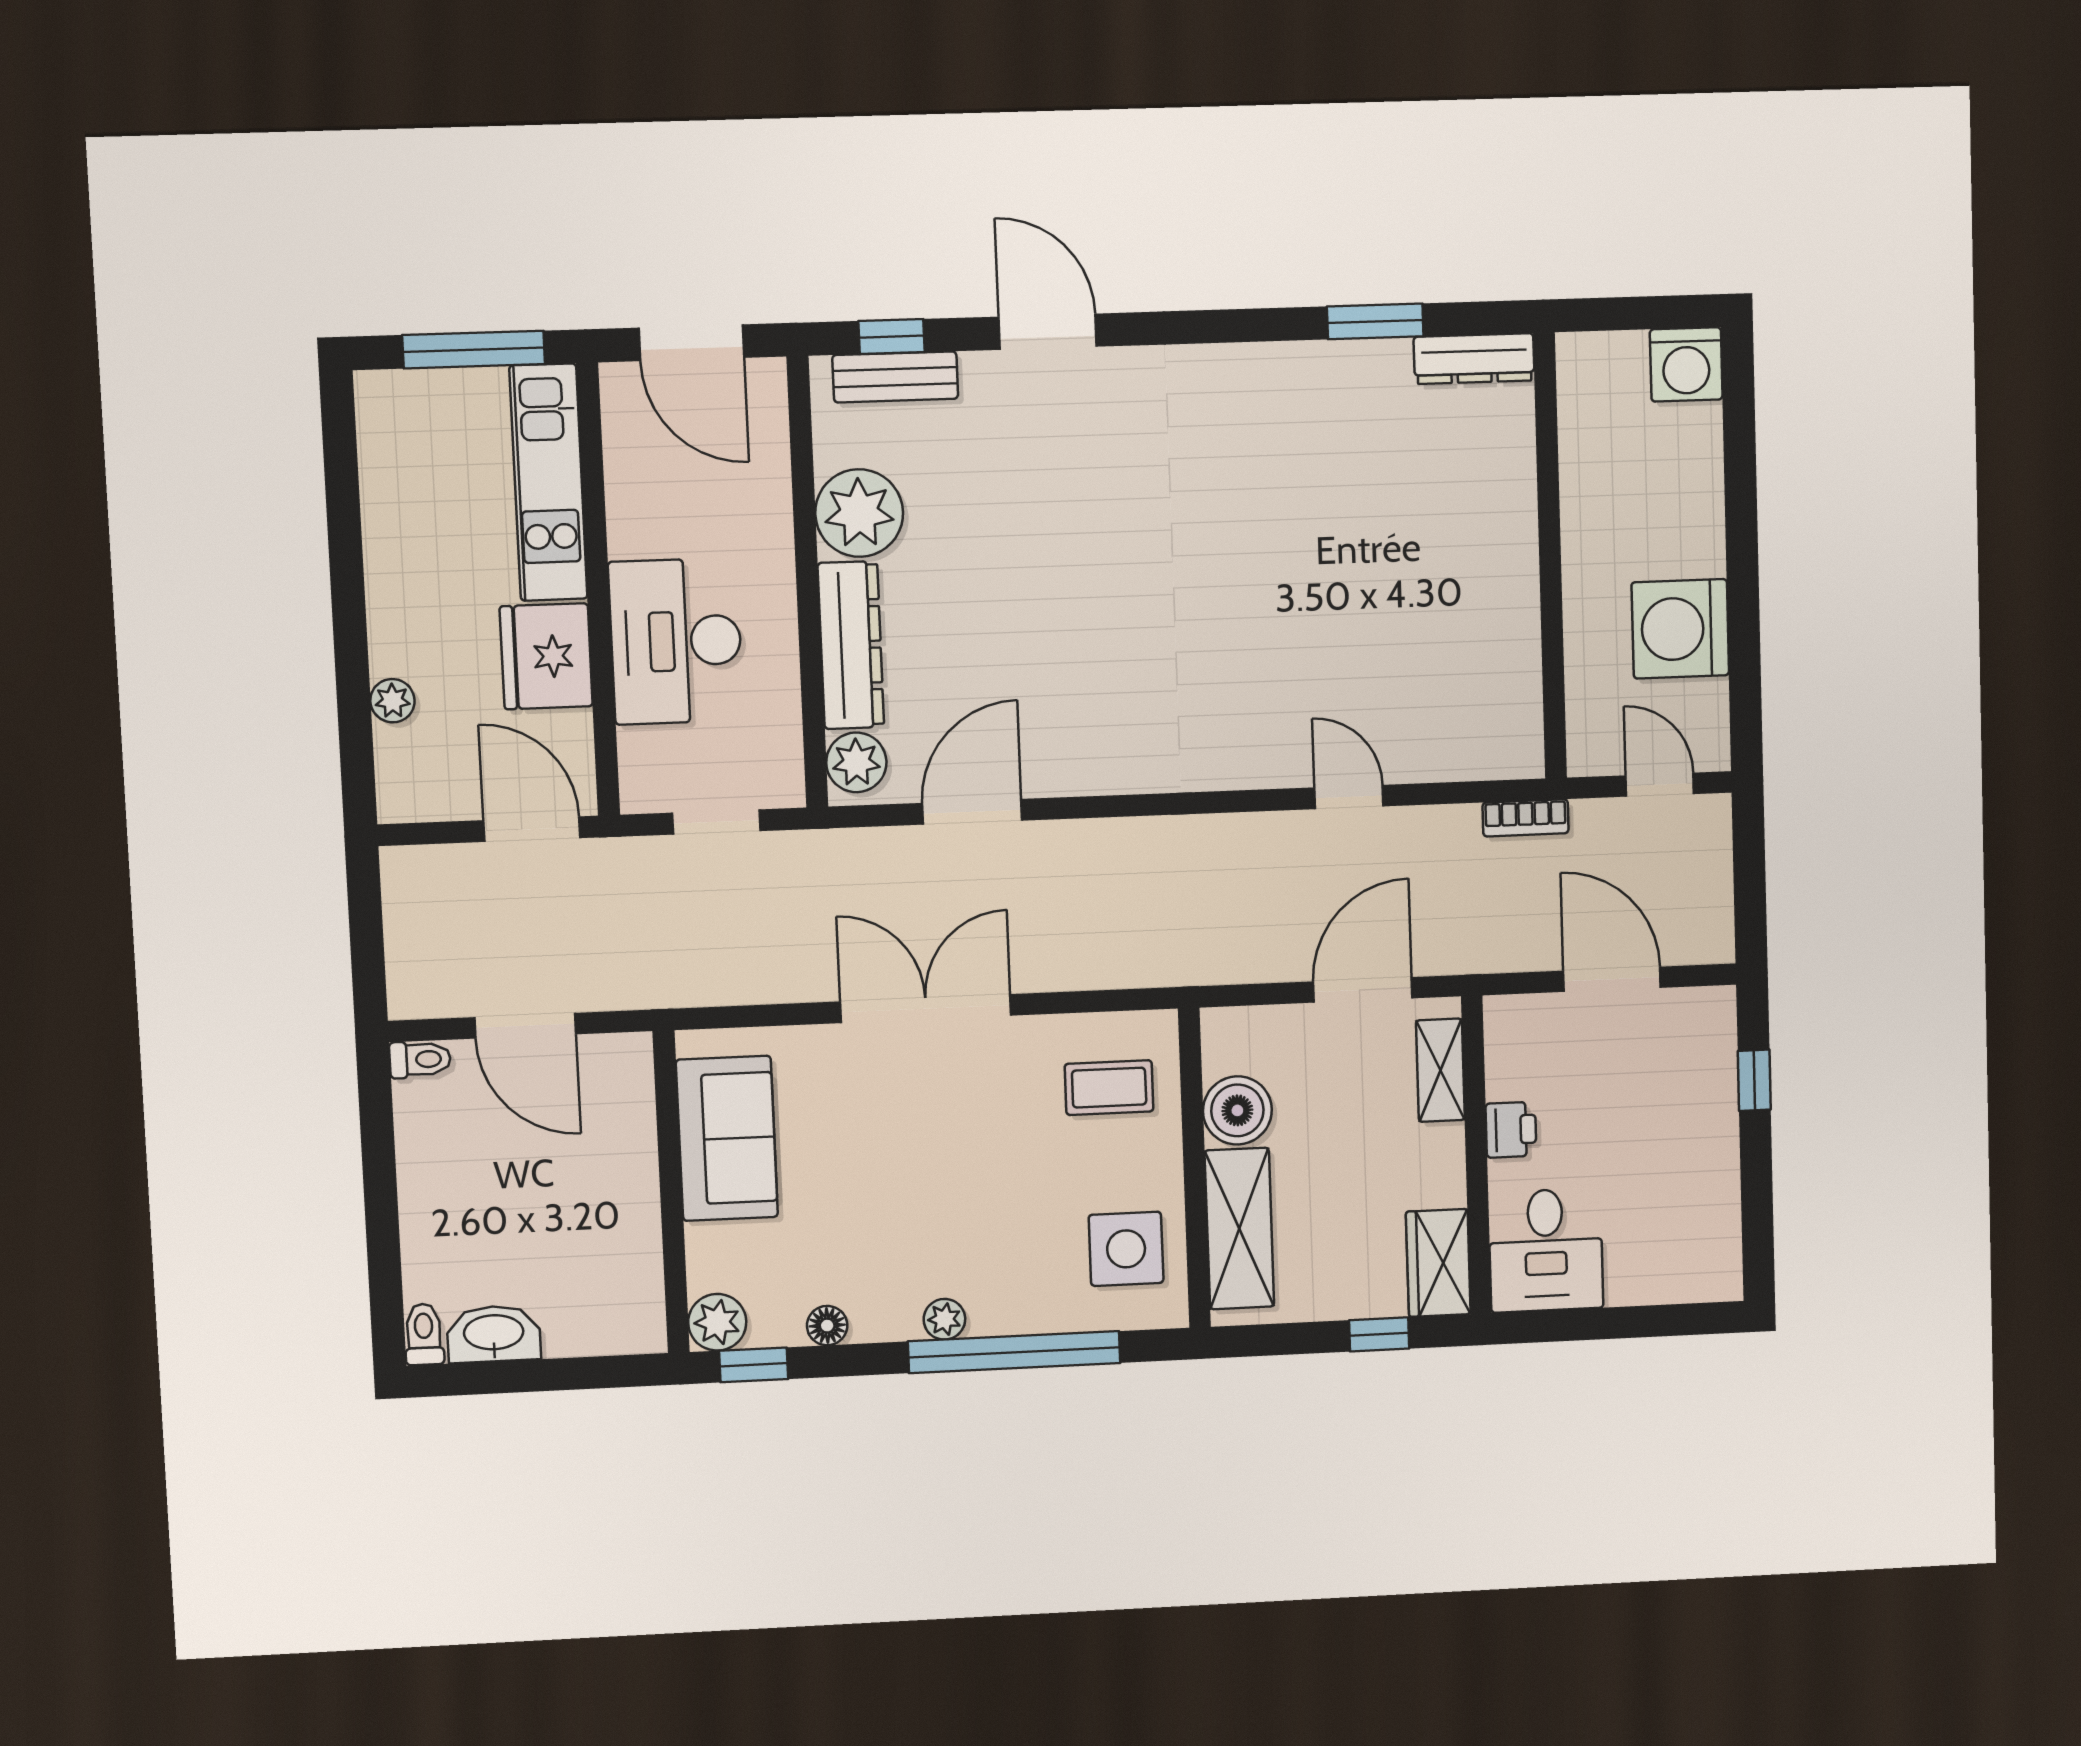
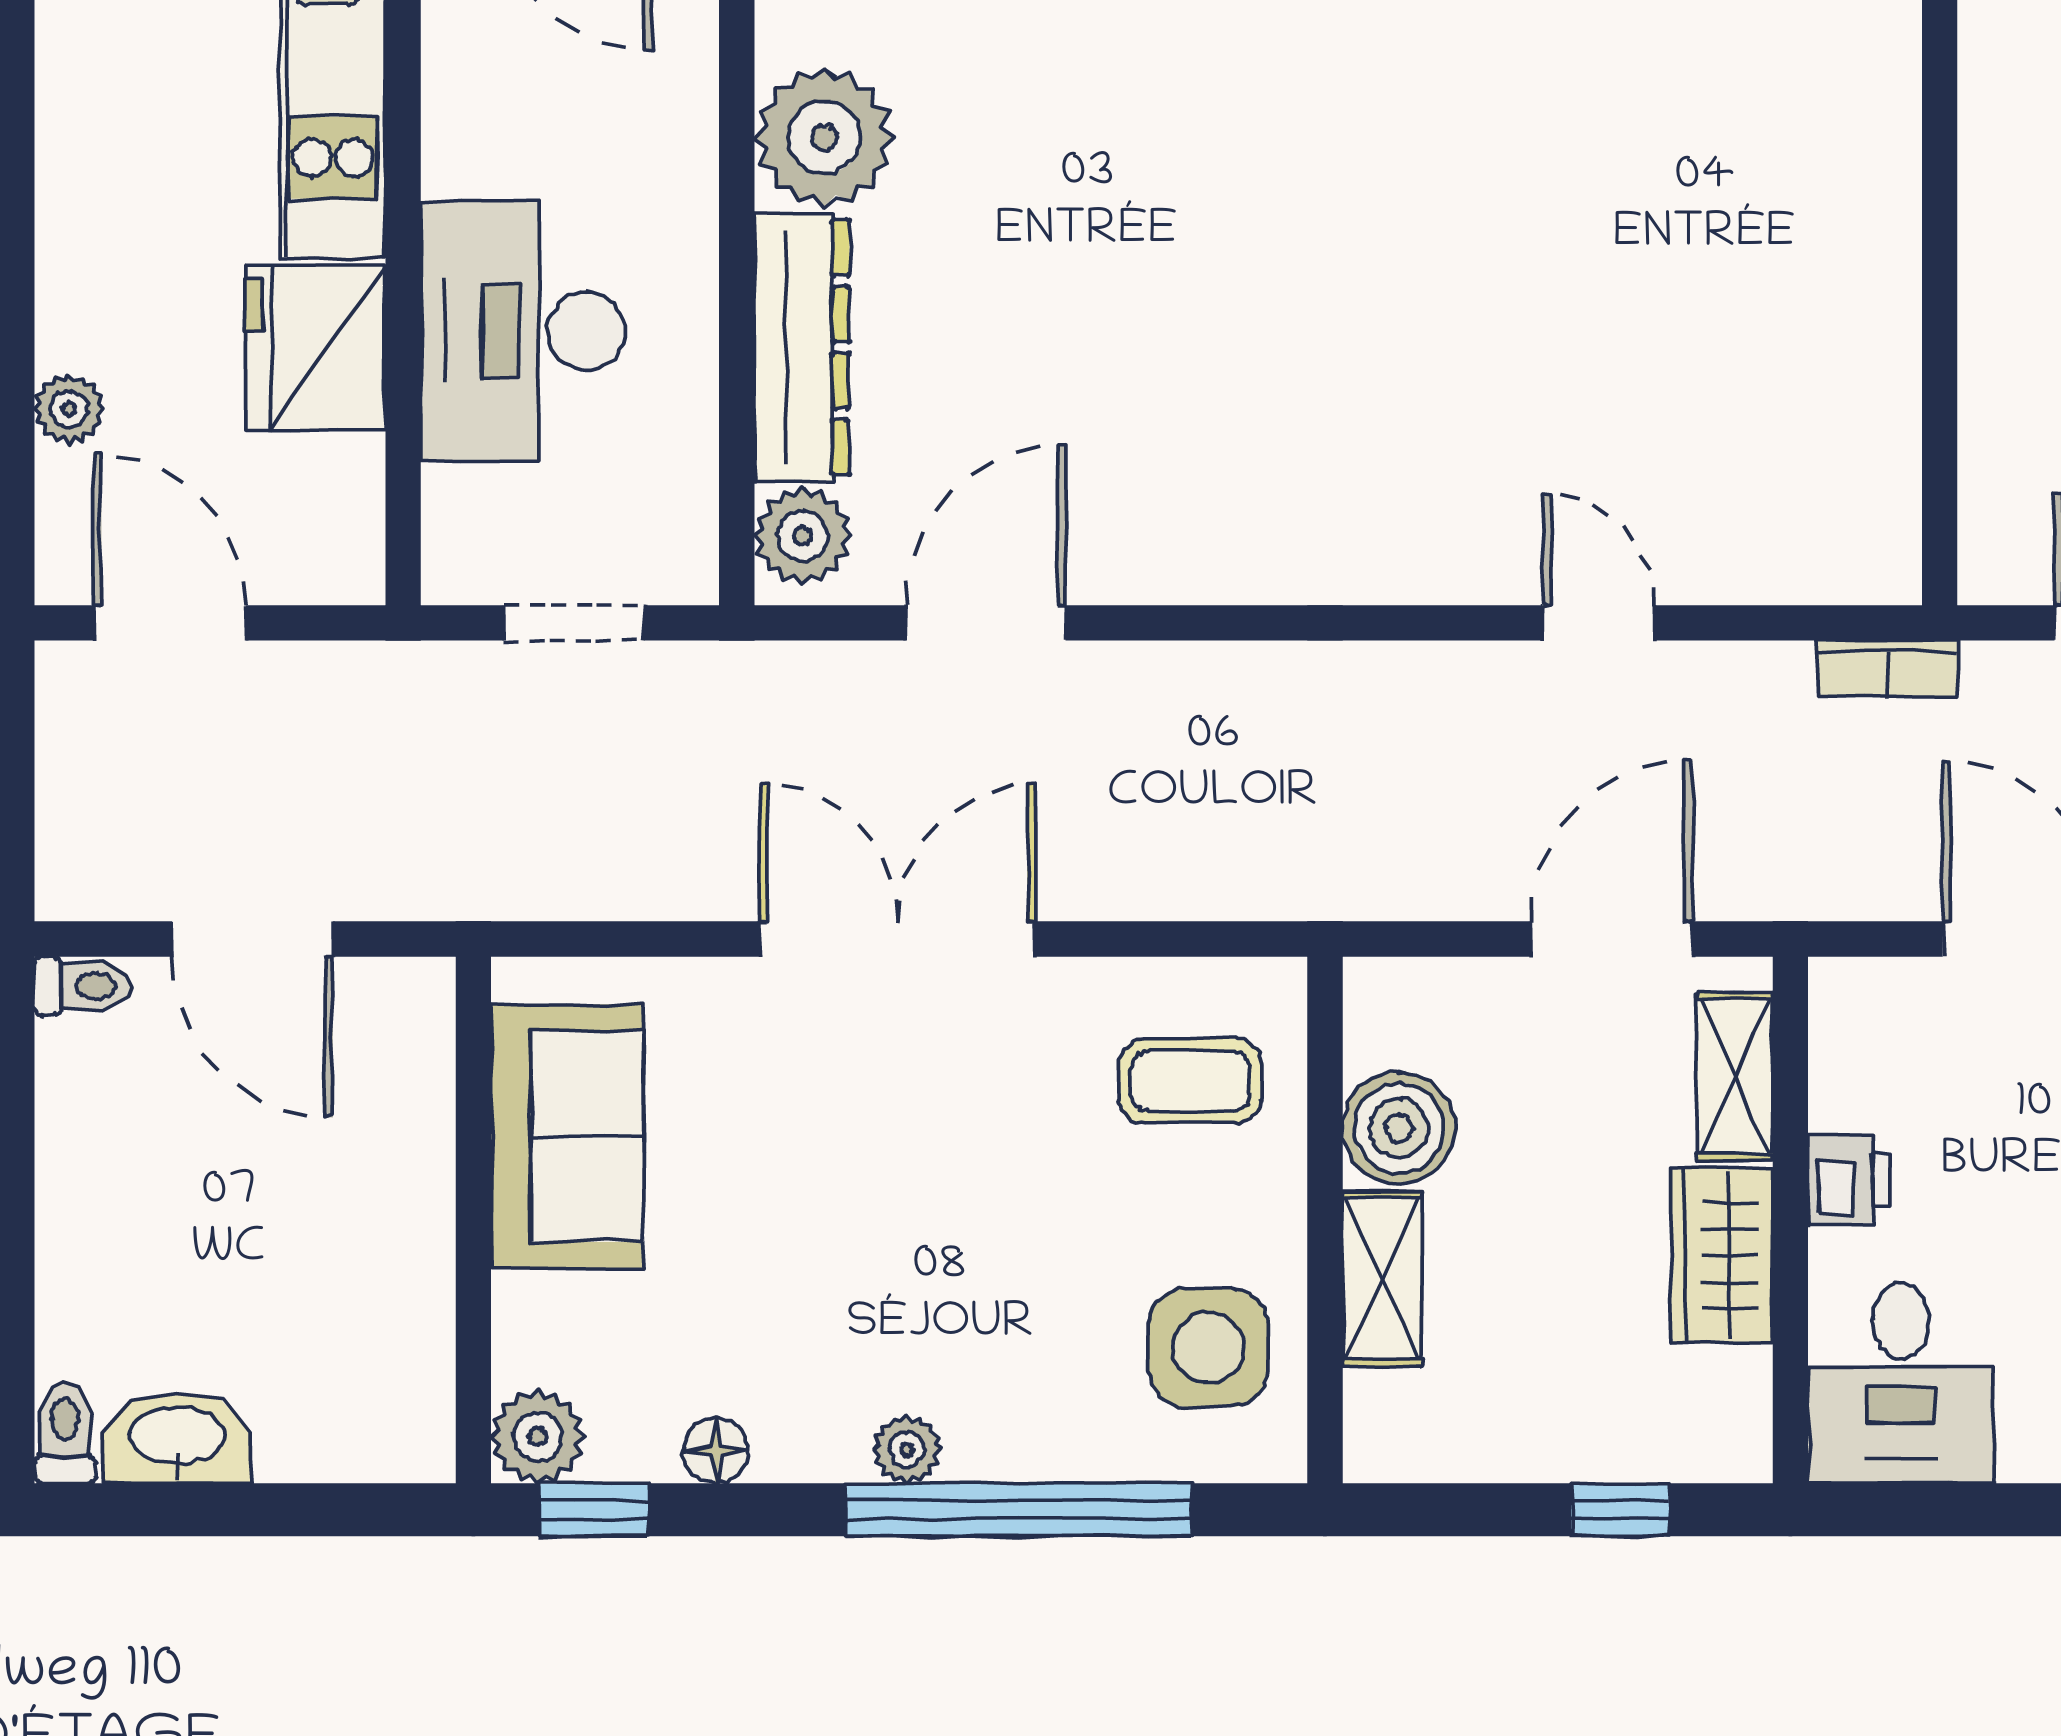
door: (532, 829) -> (170, 623), moved
shelving: (1239, 1229) -> (1382, 1279), width x0.67, depth x0.75
wardrobe: (1438, 1263) -> (1722, 1256), moved

